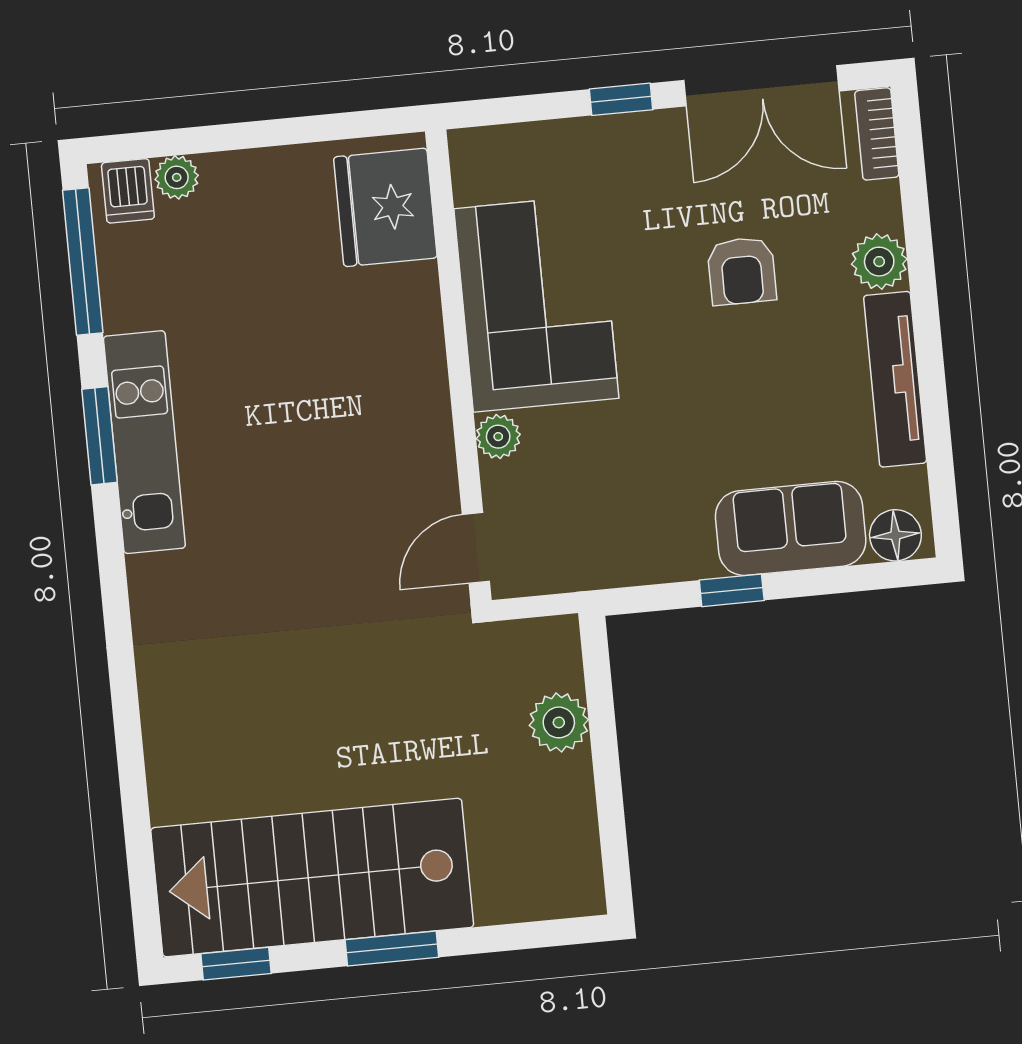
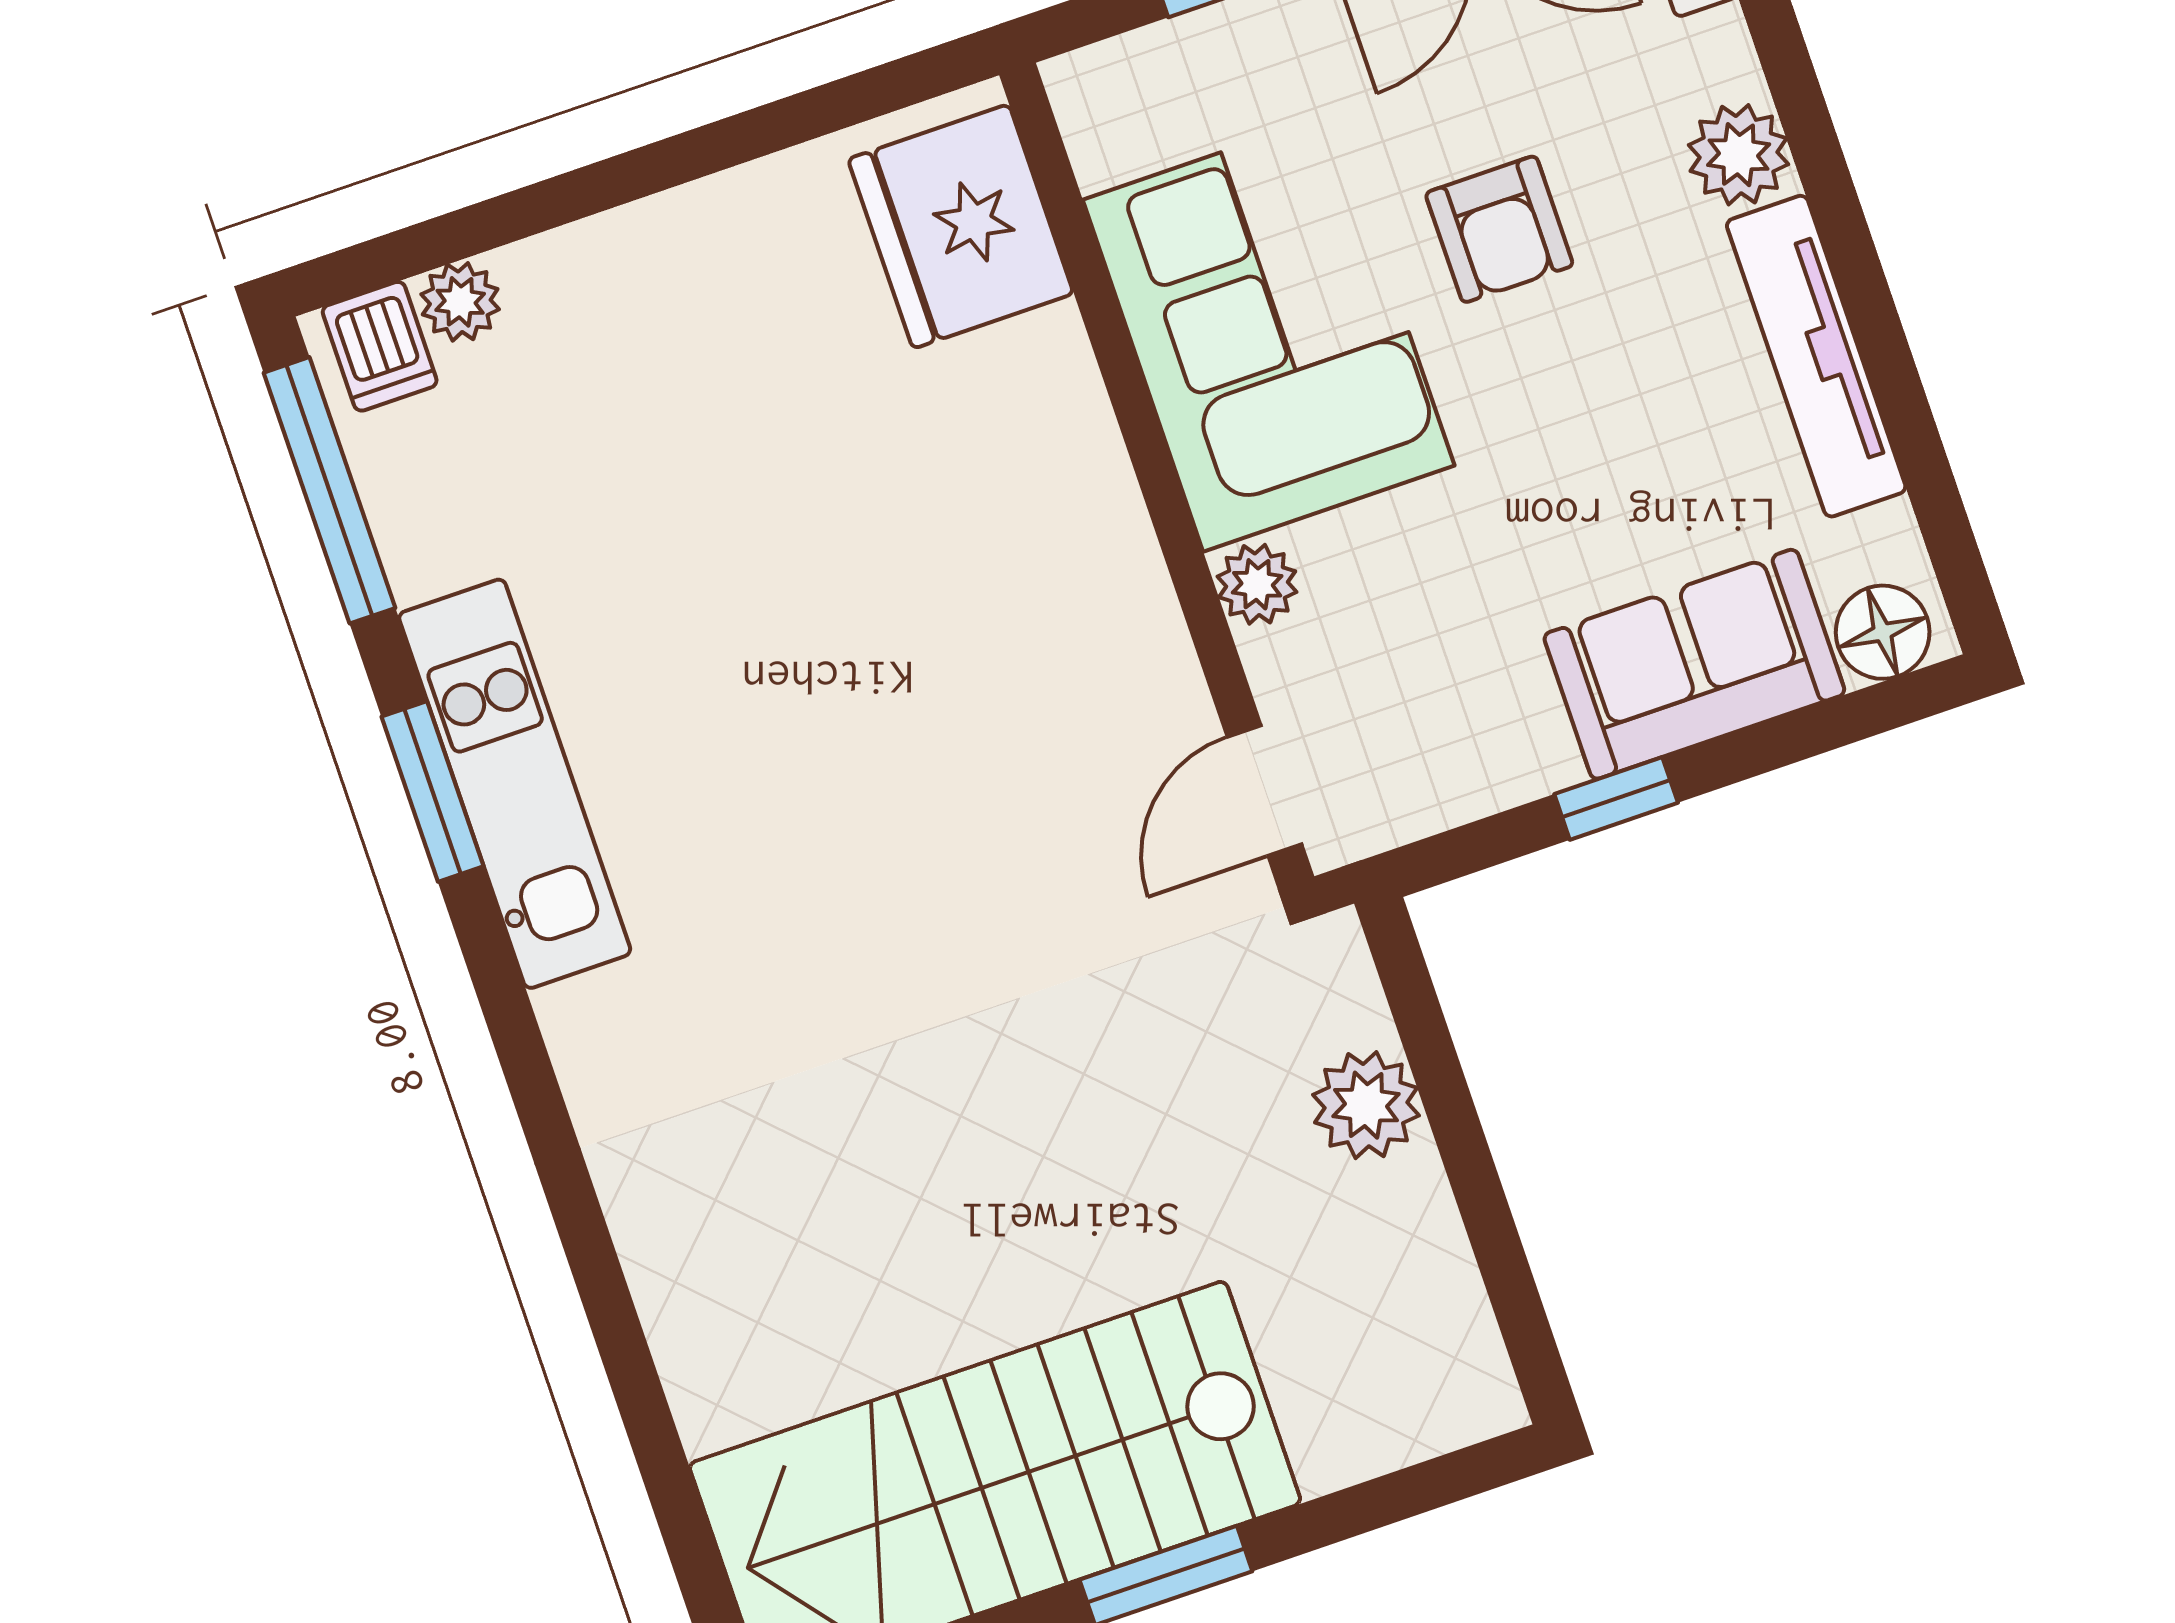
fridge: (385, 207) -> (961, 226), moved
corner sofa: (536, 303) -> (1269, 333), moved
wall: (458, 366) -> (1157, 476), moved
plant: (498, 437) -> (1257, 584), moved
door: (476, 548) -> (1265, 791), moved

